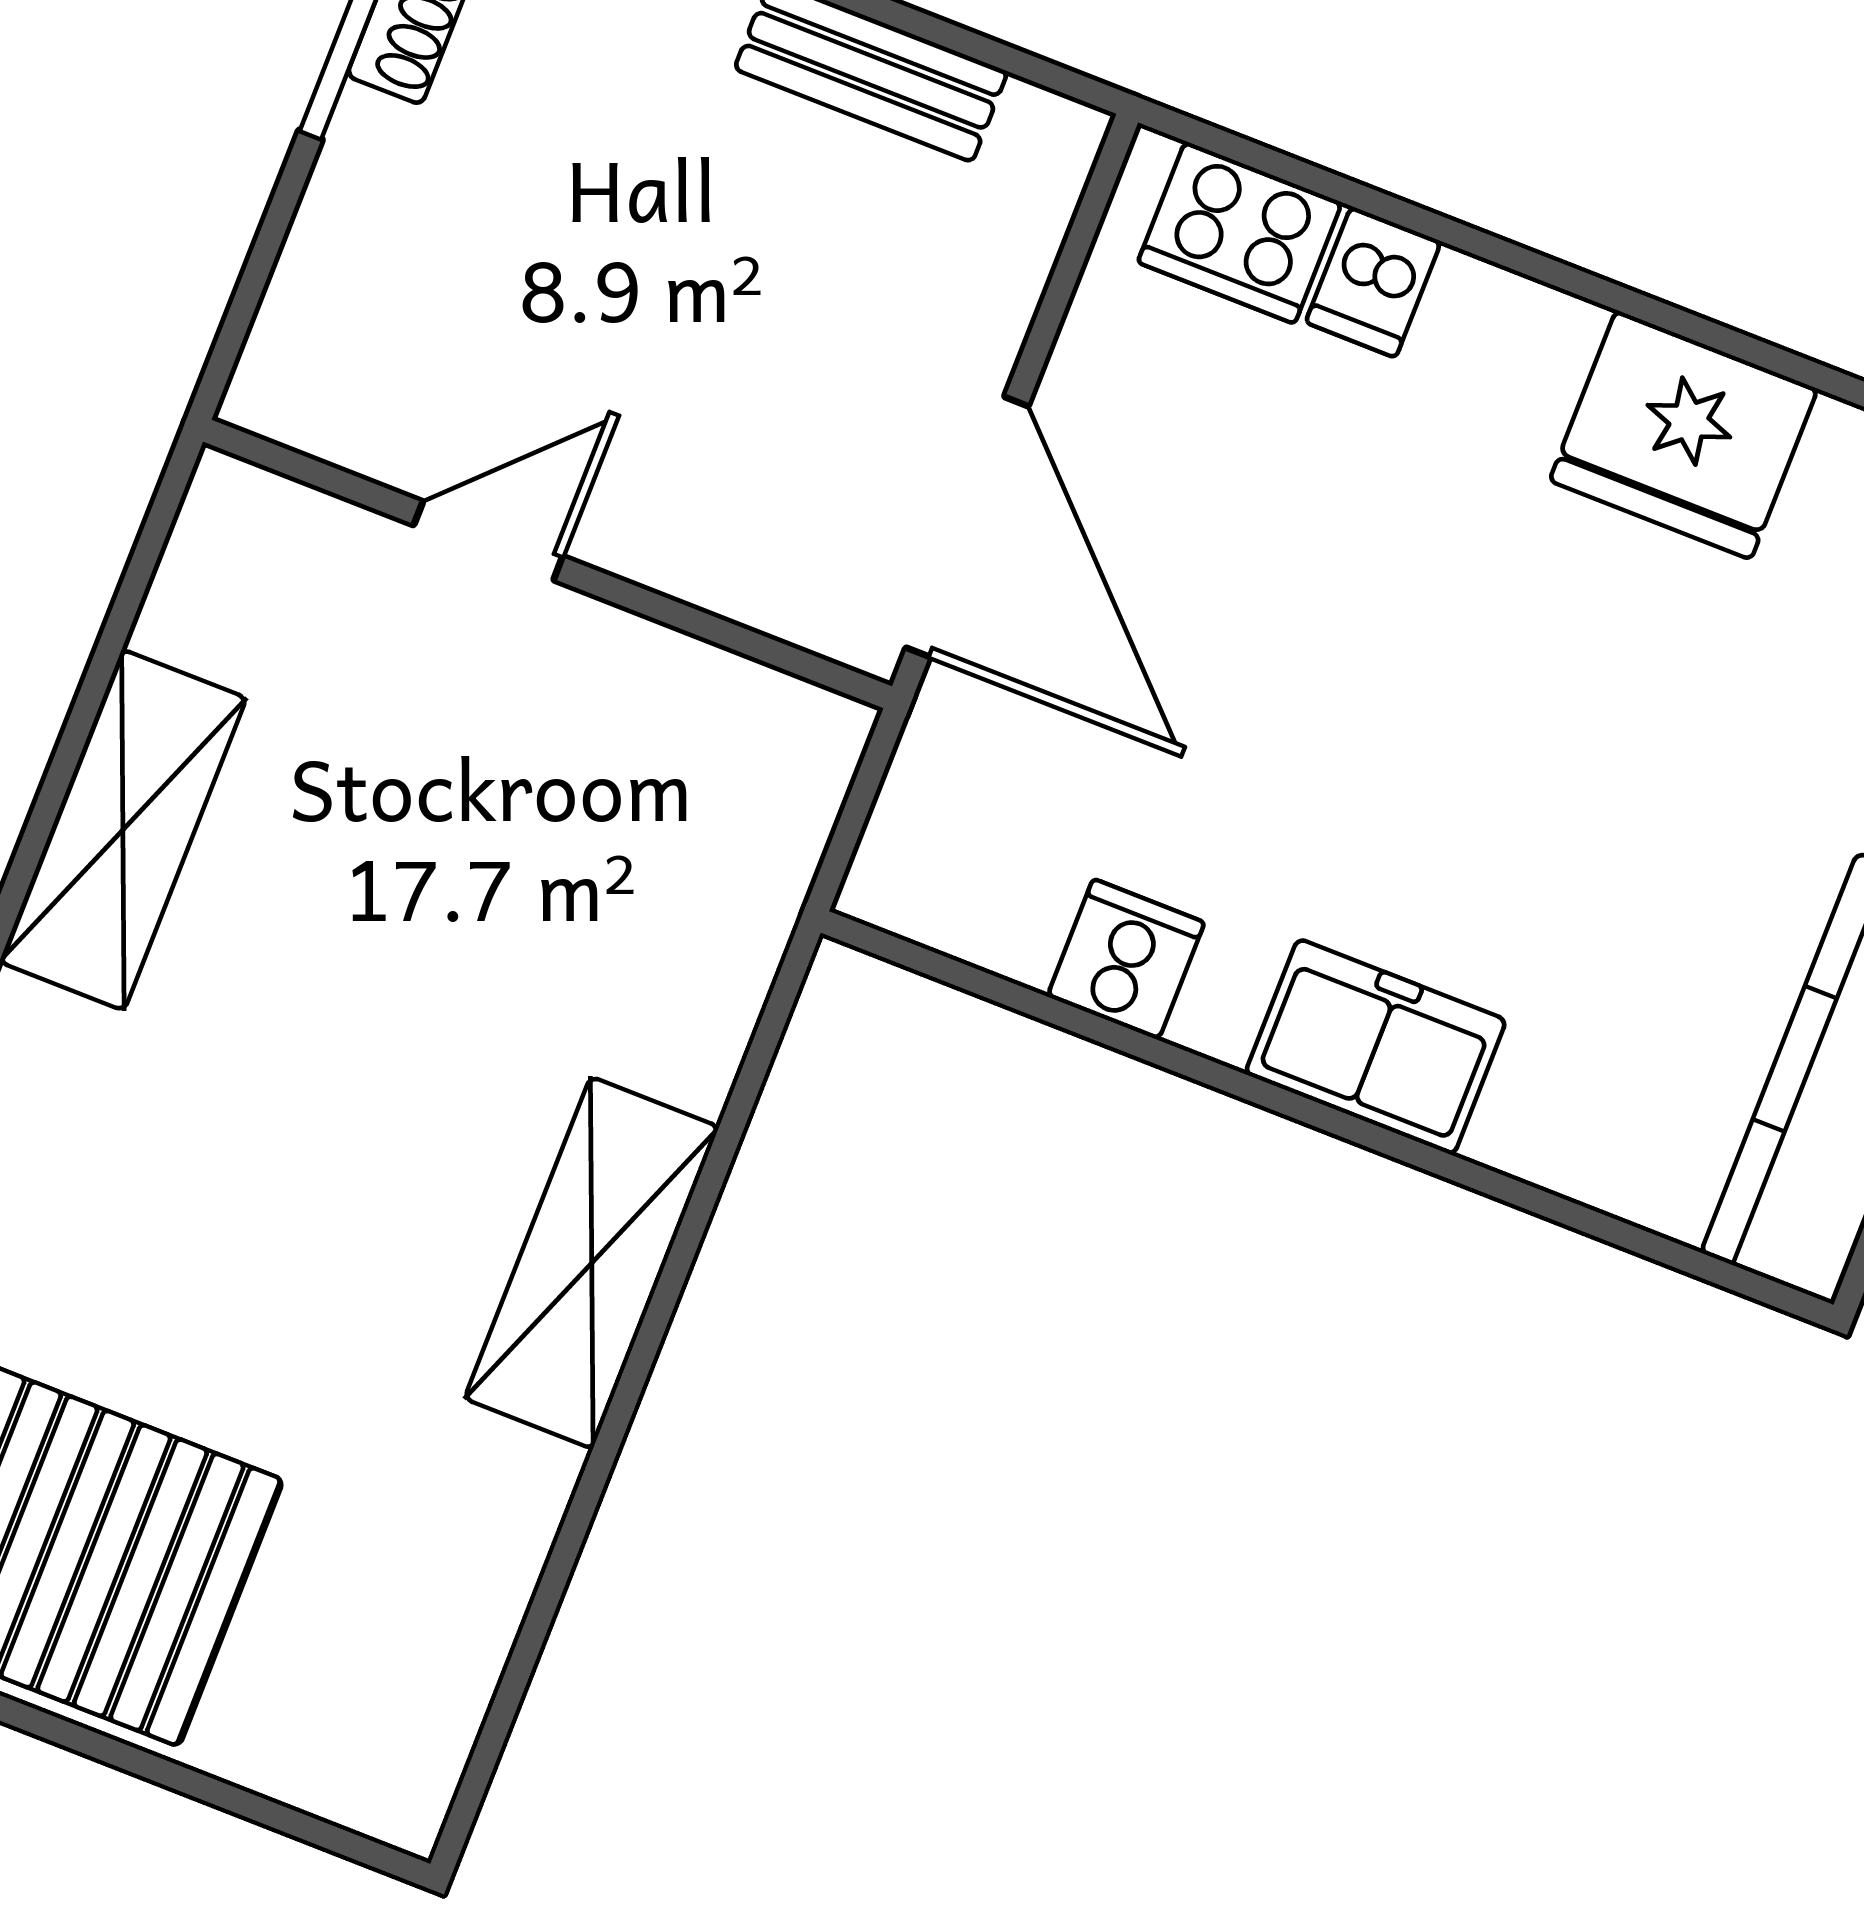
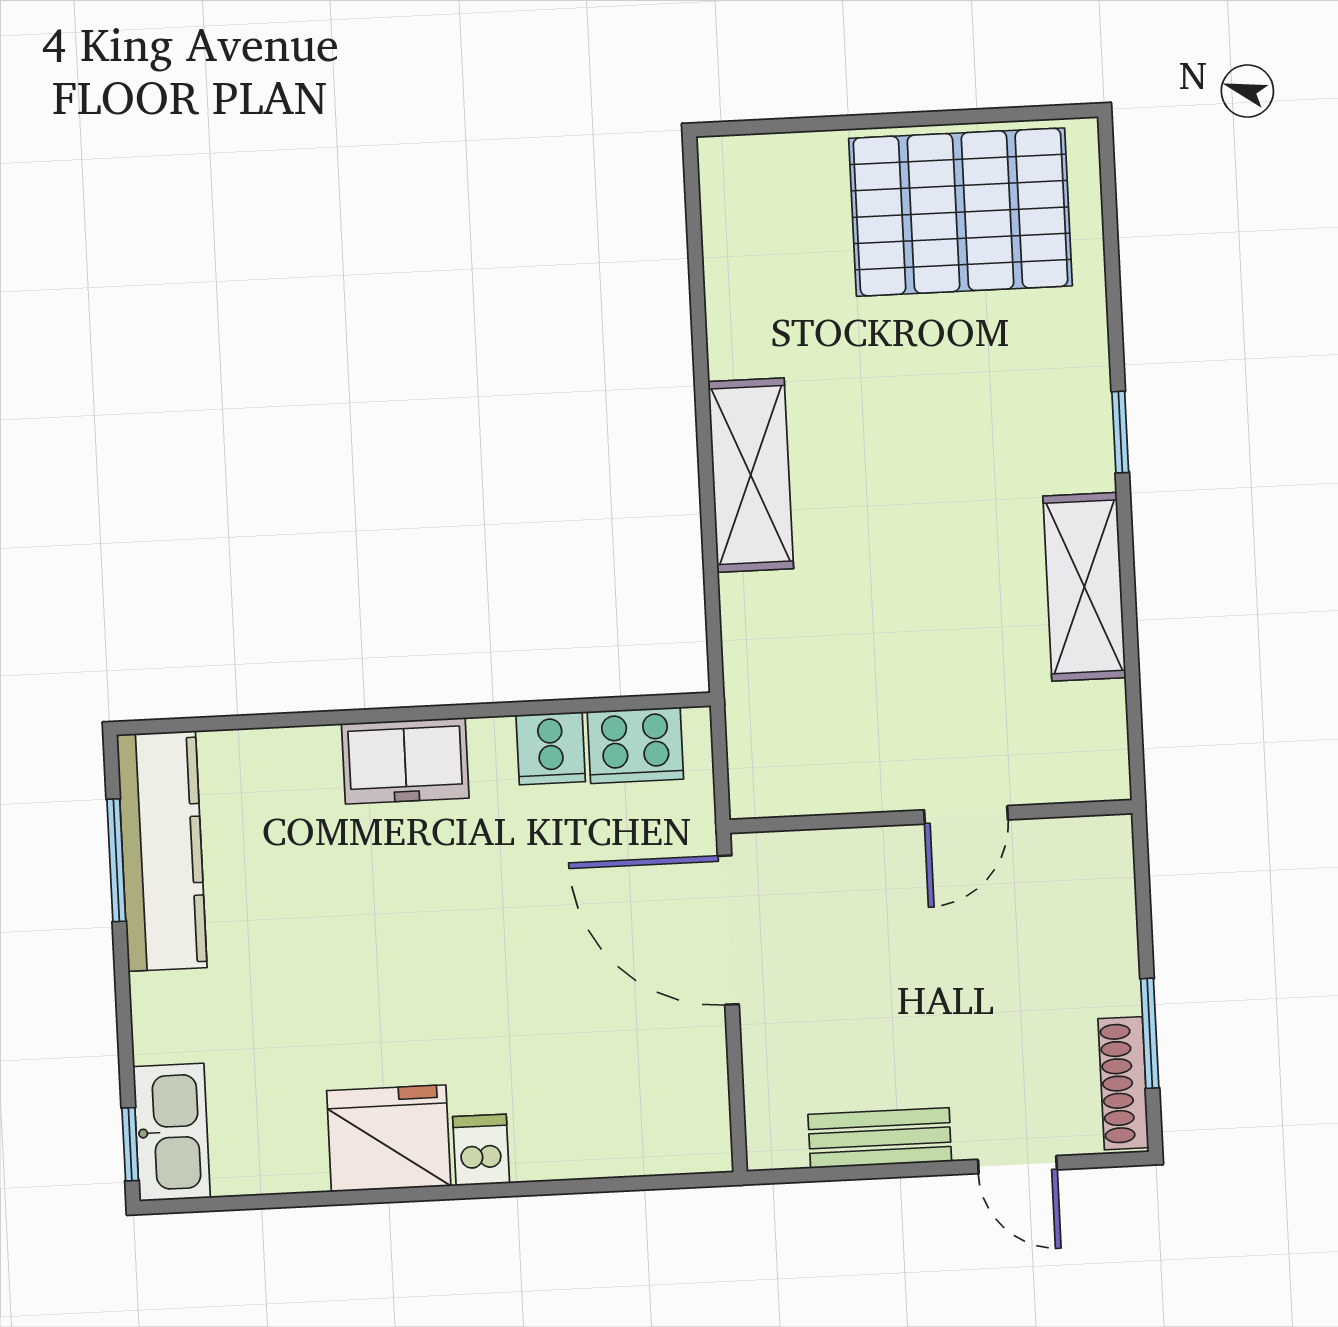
cooker: (1240, 232) -> (635, 745), moved, turned 180
dishwasher: (1373, 282) -> (481, 1150), moved

